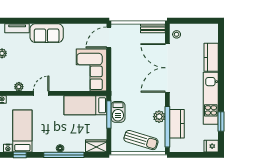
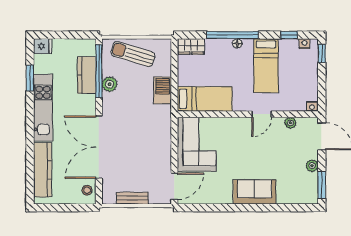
tv unit: (17, 28) -> (293, 198), removed
bench: (153, 28) -> (132, 198), moved
kitchen counter: (211, 57) -> (43, 170), width x1.50
double door: (167, 68) -> (99, 147), swing flipped
window: (109, 114) -> (174, 87), removed
bed: (22, 131) -> (266, 66), moved

